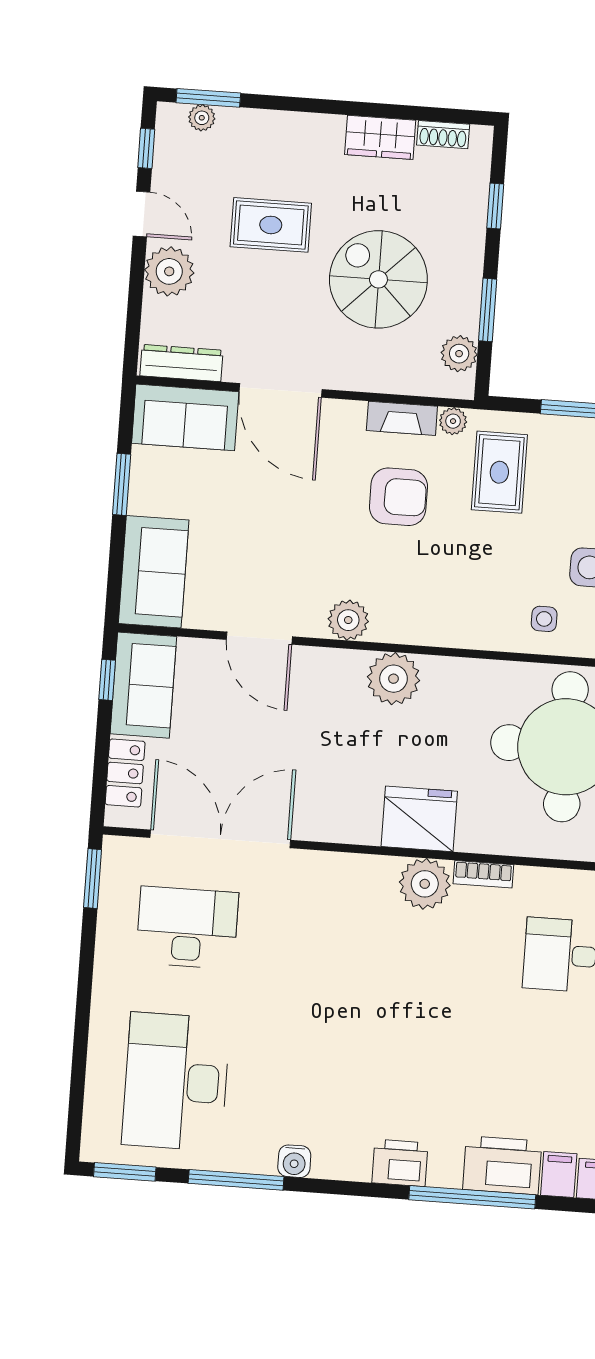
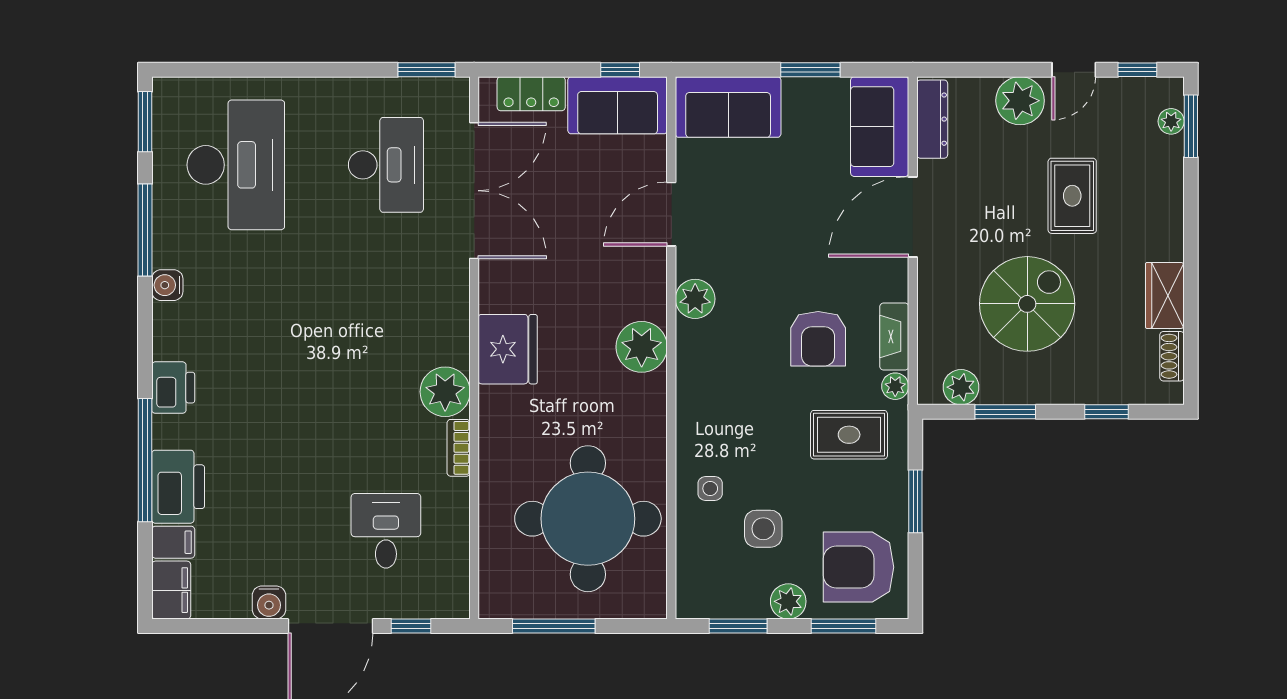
fridge: (419, 819) -> (508, 349), moved
desk: (176, 1082) -> (236, 165), turned 90

